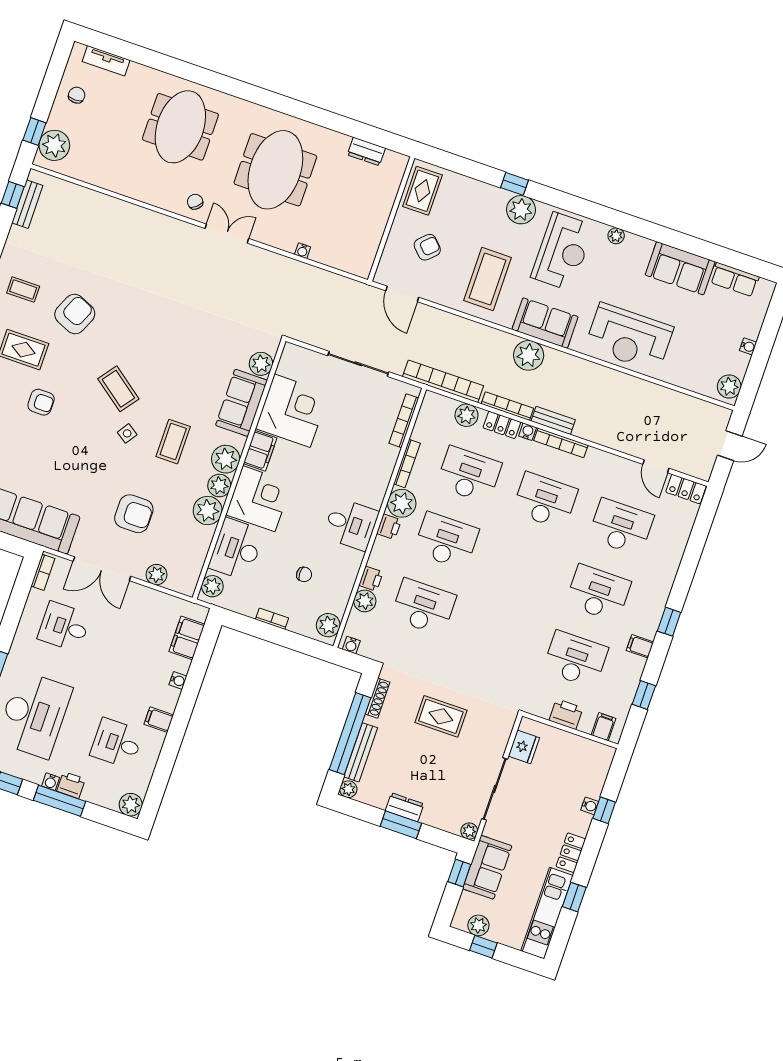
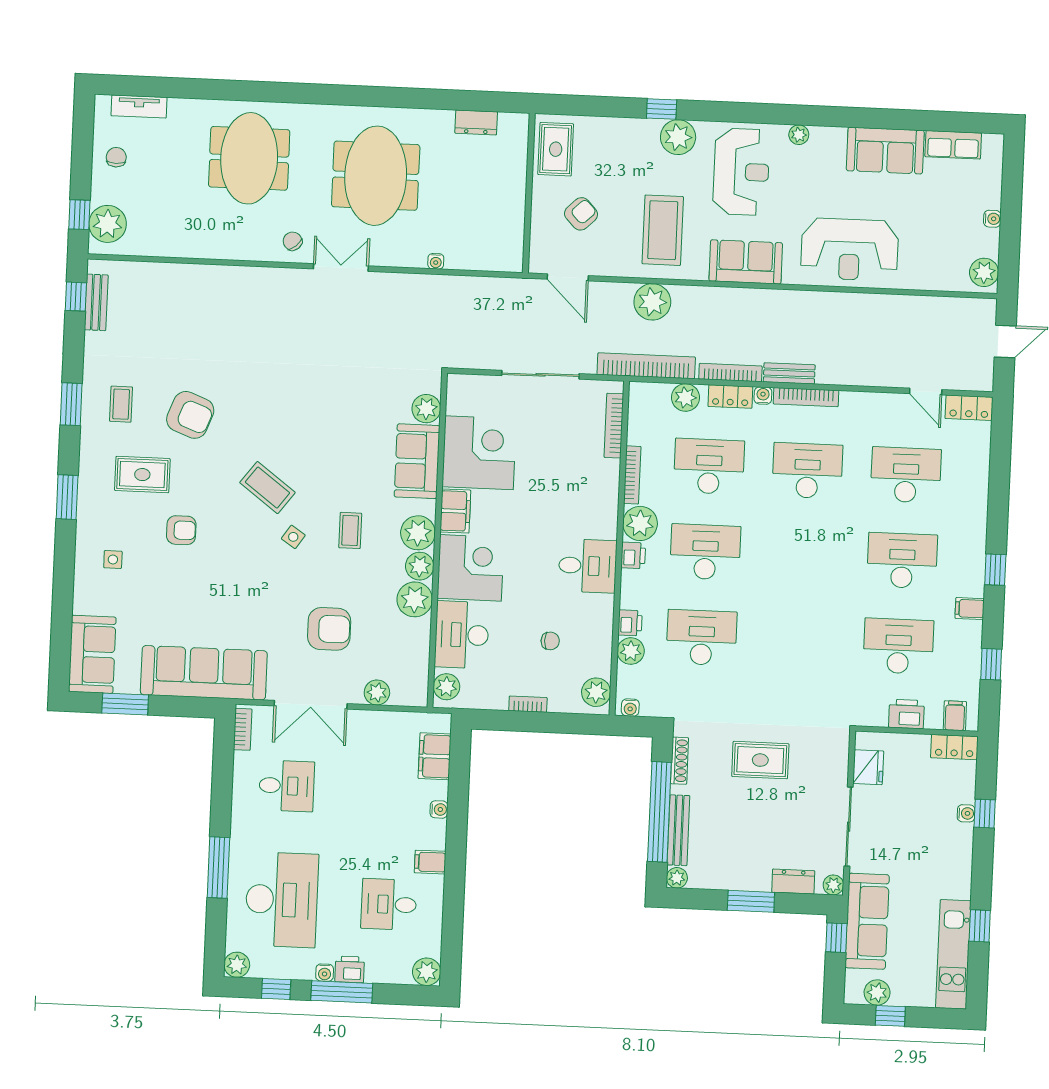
coffee table: (23, 290) -> (121, 404), turned 90
armchair: (75, 314) -> (190, 415), turned 87
plant: (529, 355) -> (652, 302), moved
coffee table: (173, 442) -> (350, 530), width x0.73, depth x0.77
desk: (64, 627) -> (287, 786), turned 180
dresser: (405, 807) -> (793, 881), moved
locker: (571, 853) -> (954, 747), moved, turned -90
sofa: (487, 867) -> (867, 921), width x1.36

